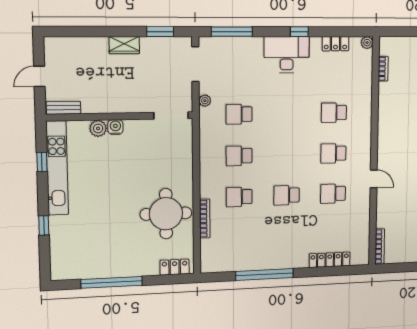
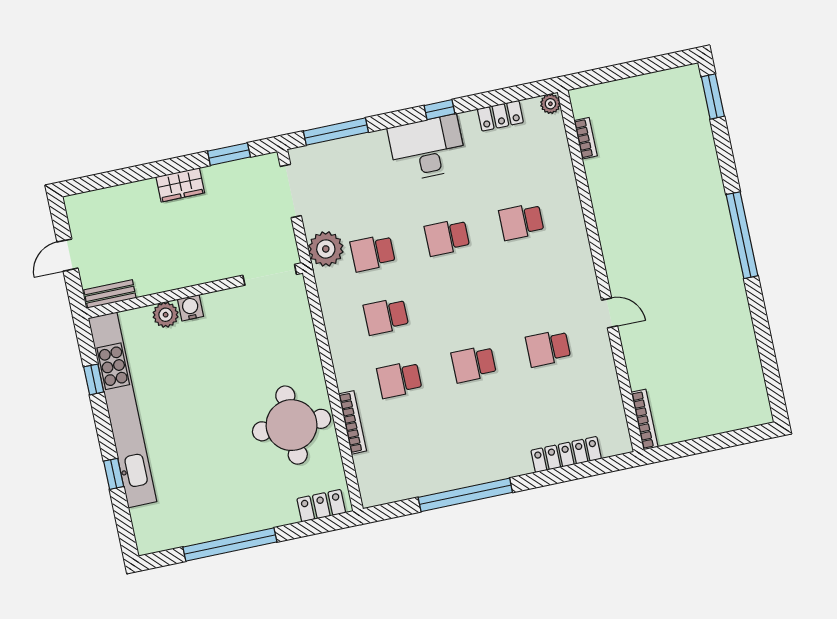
plant: (205, 101) -> (326, 249), width x1.88, depth x1.88
school desk: (333, 153) -> (447, 237), moved
kitchen unit: (57, 168) -> (122, 410), width x1.36

